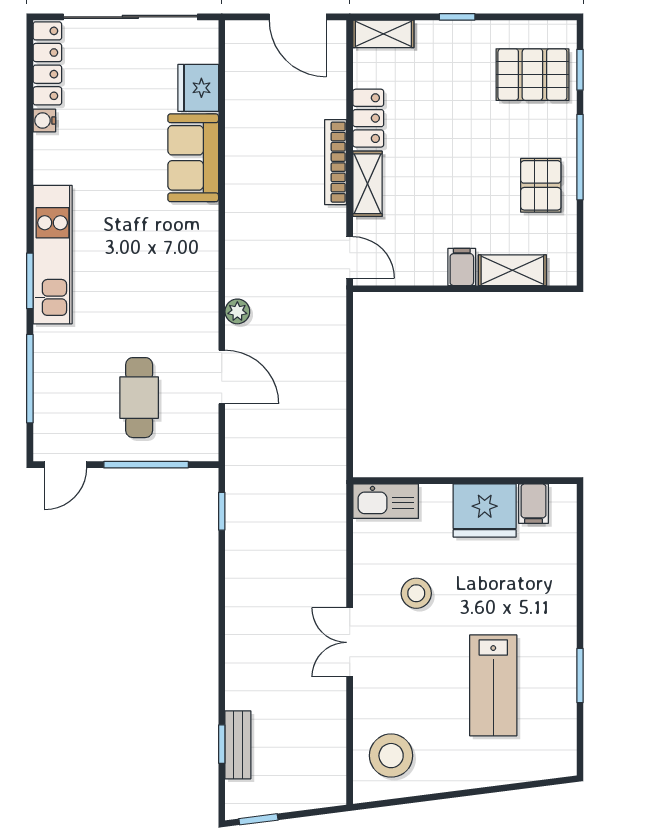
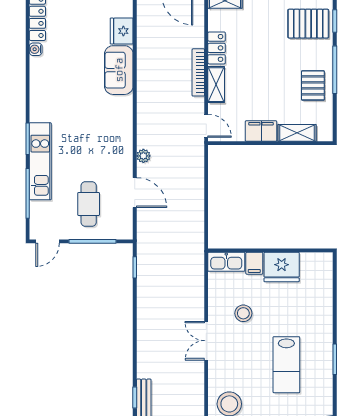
kitchen unit: (53, 255) -> (40, 161), moved
filing cabinet: (462, 267) -> (261, 131), width x2.00
filing cabinet: (533, 504) -> (254, 263), moved

